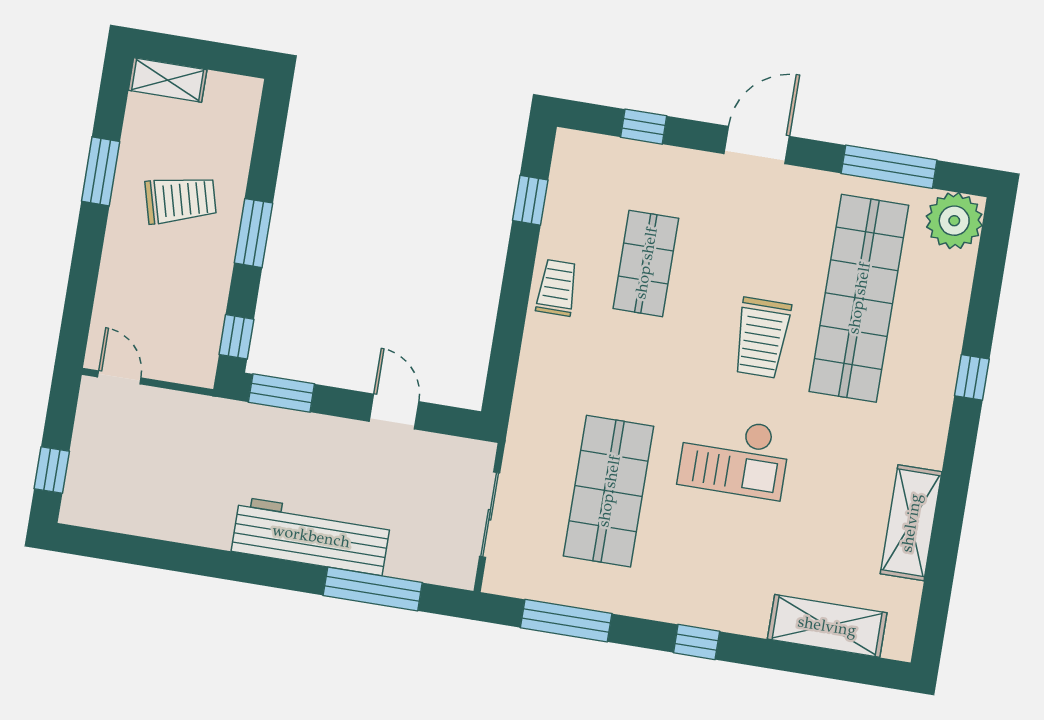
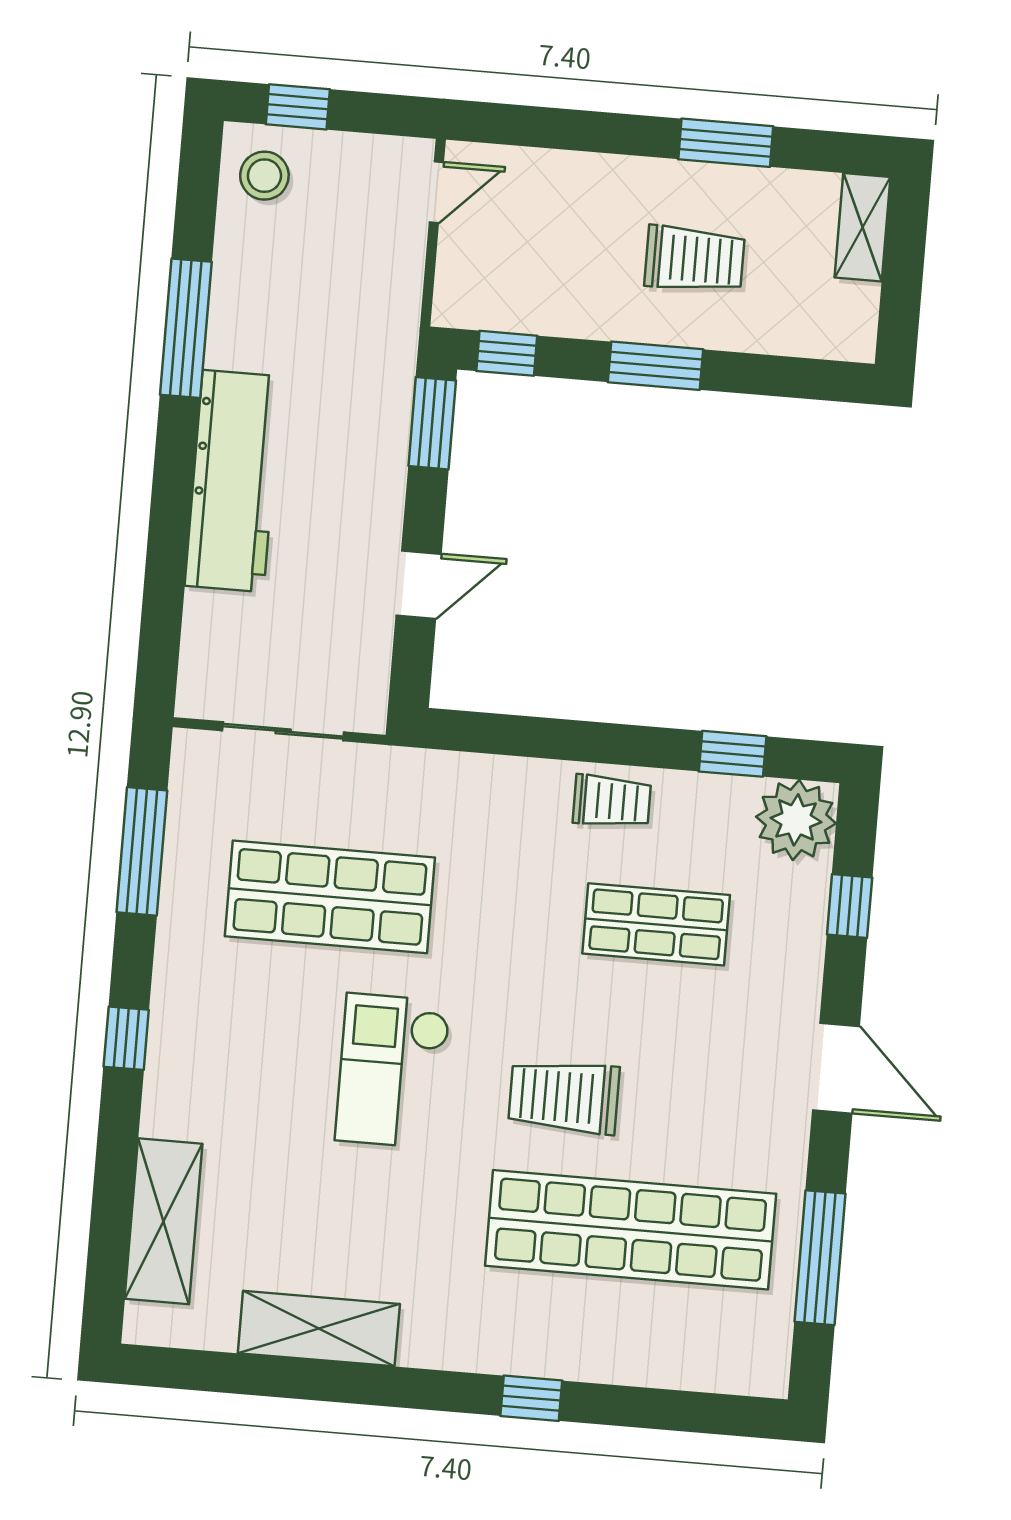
trolley: (181, 200) -> (695, 259), turned -75
plant: (954, 221) -> (796, 820), moved
stool: (98, 497) -> (264, 176), added
window: (373, 589) -> (186, 328), moved

